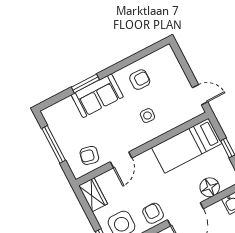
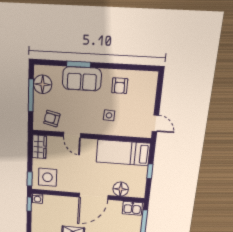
armchair: (140, 80) -> (120, 86), turned 90
floor lamp: (60, 126) -> (43, 84), added
door: (121, 160) -> (72, 135), hinge flipped
armchair: (153, 213) -> (73, 183), removed

